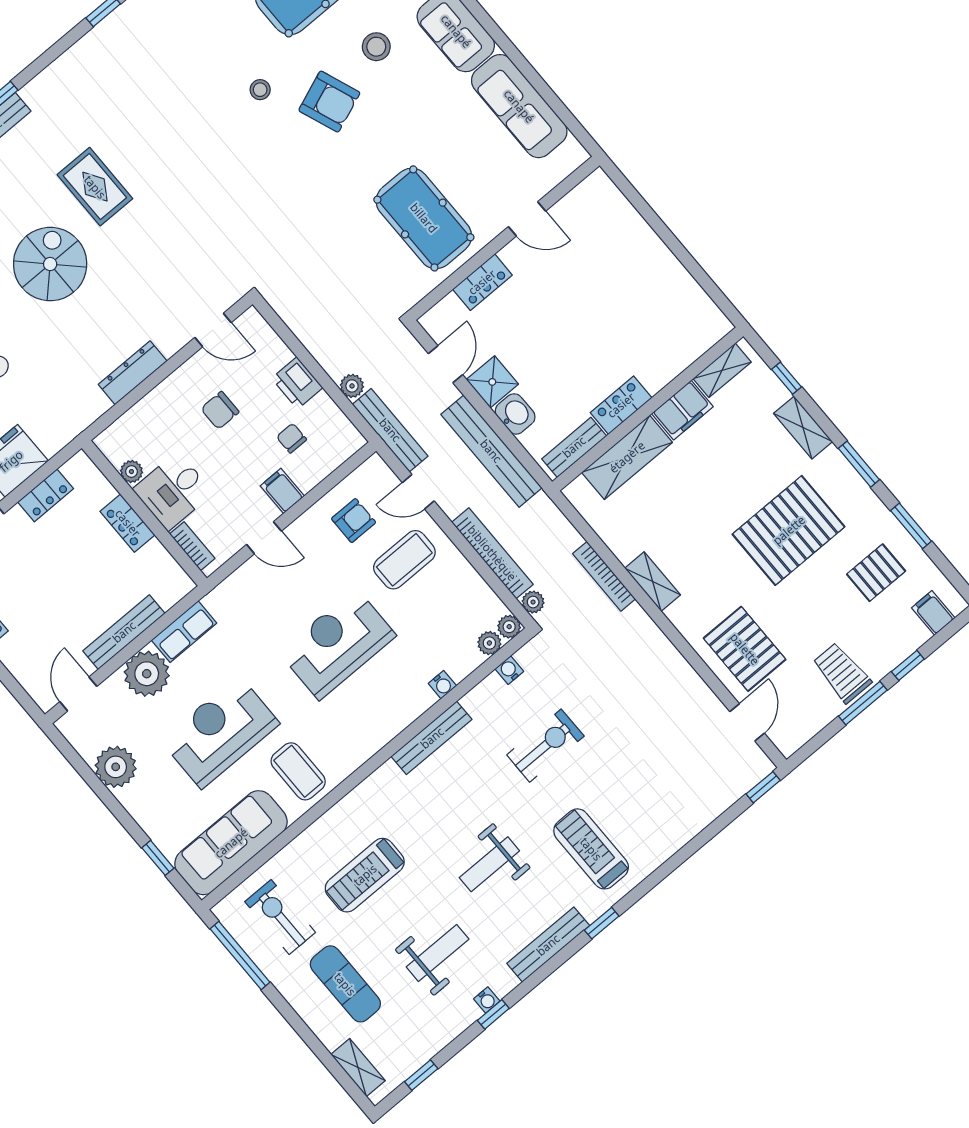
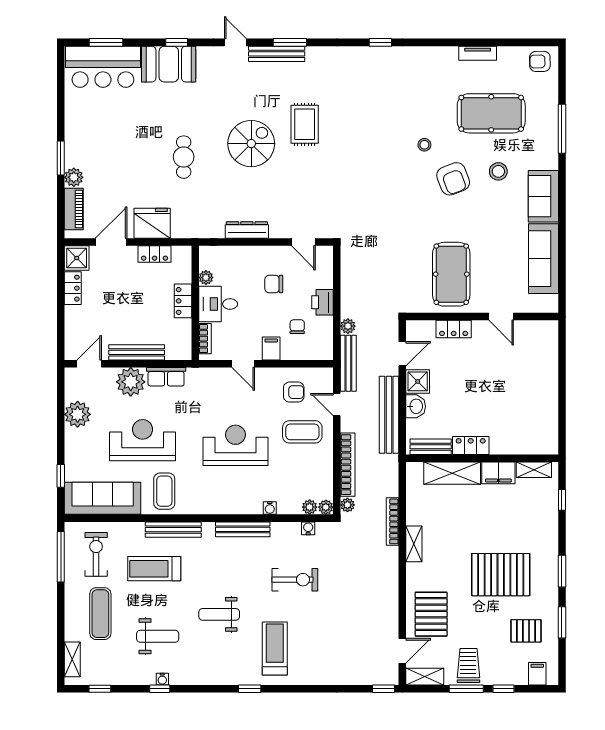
shelving: (803, 428) -> (425, 677), moved, turned 90
bench: (548, 945) -> (173, 530), moved

